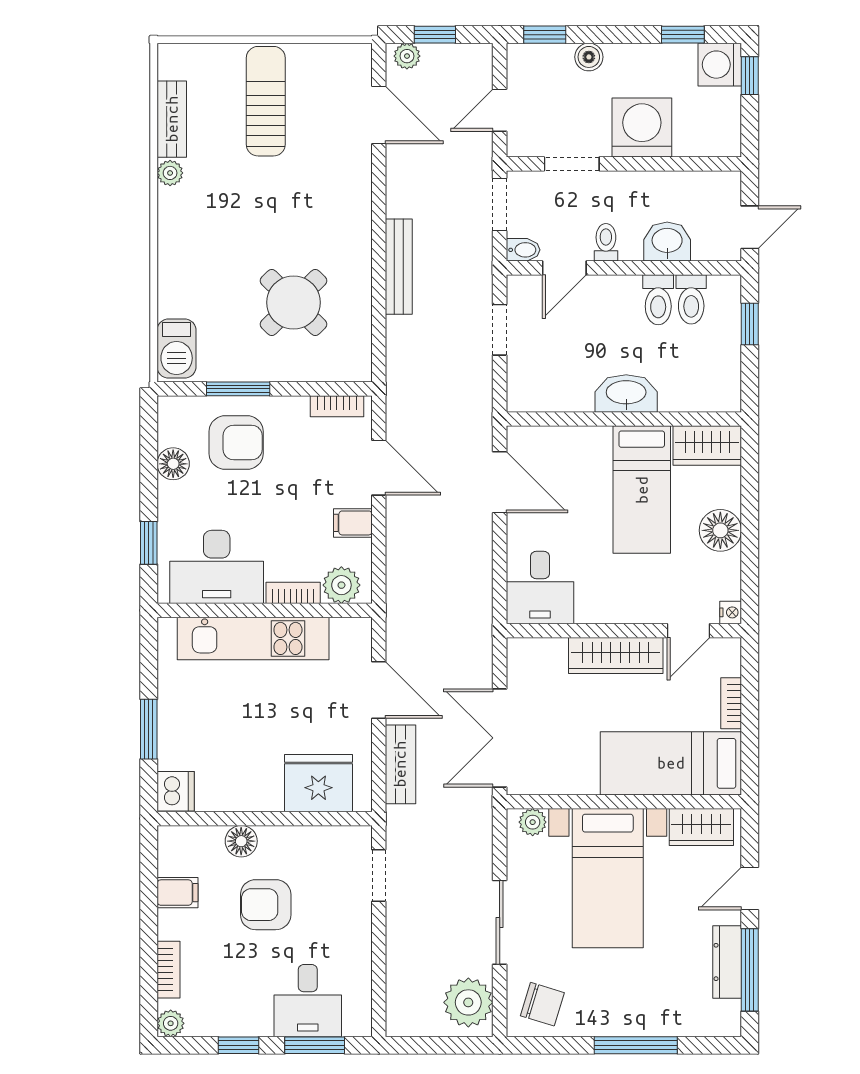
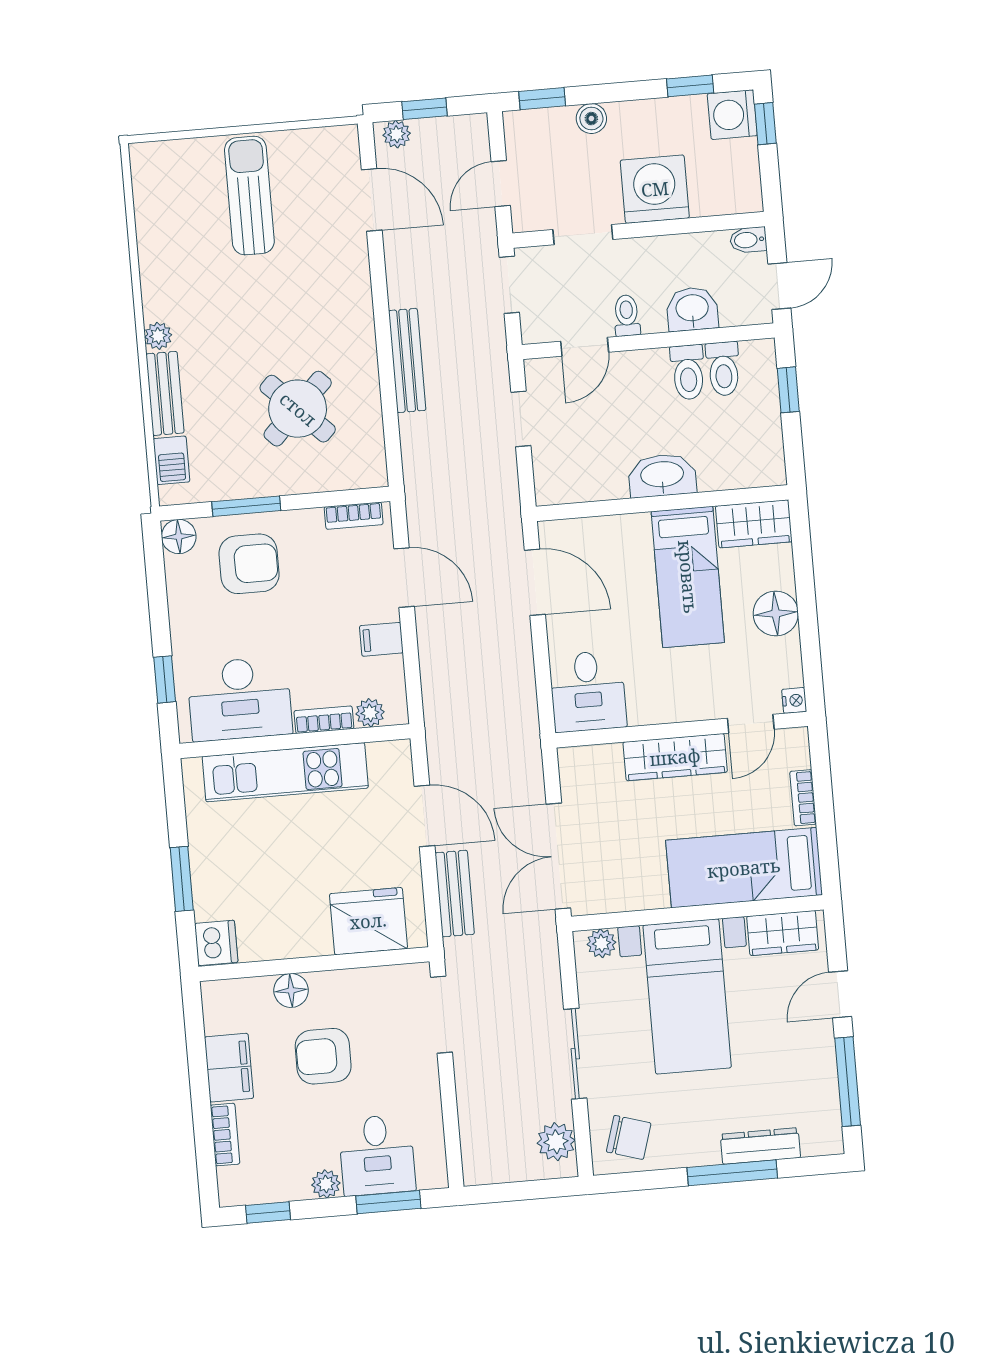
bench: (172, 119) -> (165, 393), moved
plant: (170, 173) -> (158, 336), moved
bidet: (523, 250) -> (748, 240), moved, turned 180
barbecue: (177, 349) -> (171, 460), width x0.73, depth x0.79
floor lamp: (173, 464) -> (179, 537), moved
plant: (341, 585) -> (370, 713), width x0.73, depth x0.73
doorway: (379, 876) -> (442, 1015), width x1.38
filing cabinet: (177, 893) -> (229, 1068), width x2.00
dresser: (727, 962) -> (760, 1146), moved, turned 90
plant: (468, 1002) -> (556, 1142), width x0.73, depth x0.73
plant: (171, 1023) -> (326, 1184), moved
window: (239, 1045) -> (268, 1213), moved

